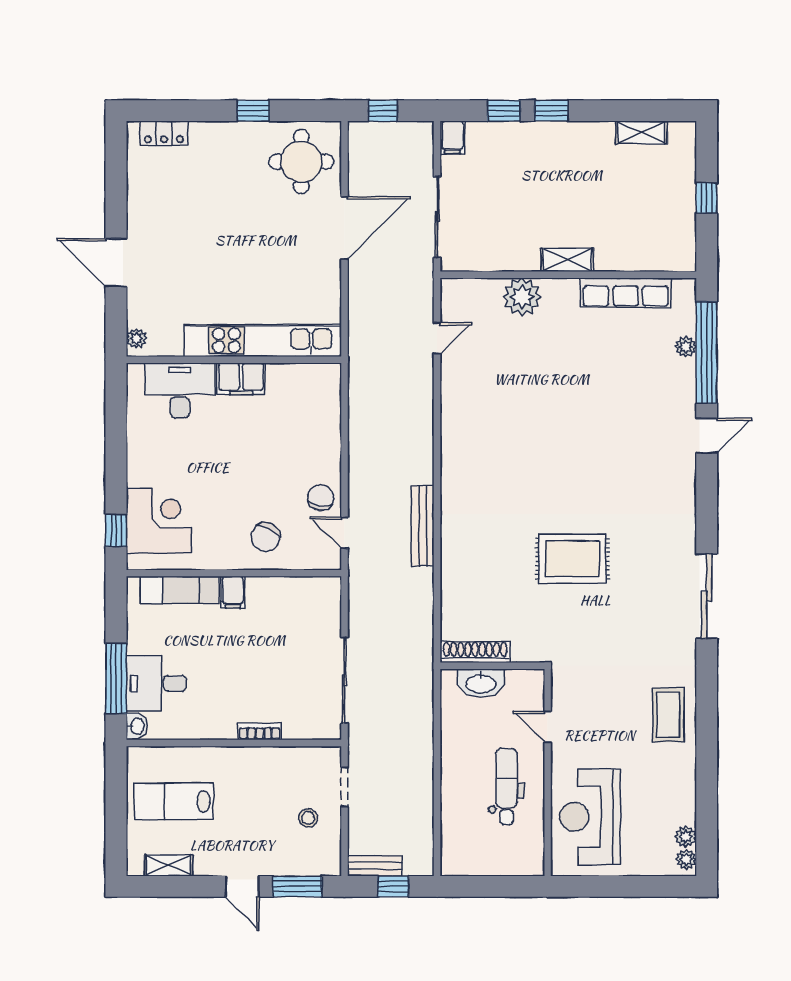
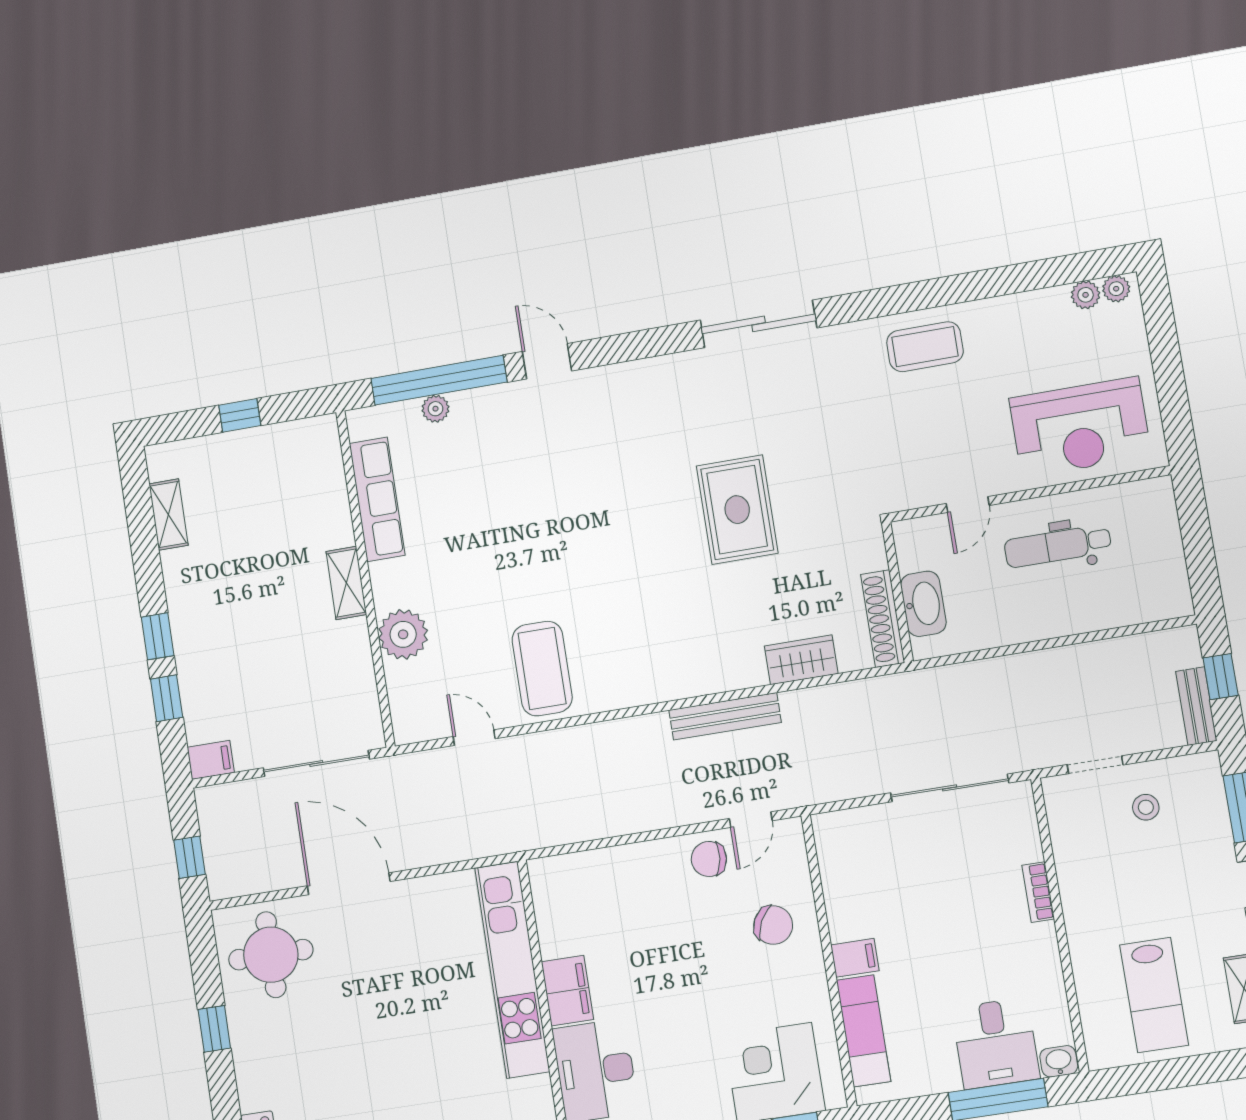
coffee table: (480, 397) -> (542, 669), added
wardrobe: (455, 588) -> (801, 660), added

